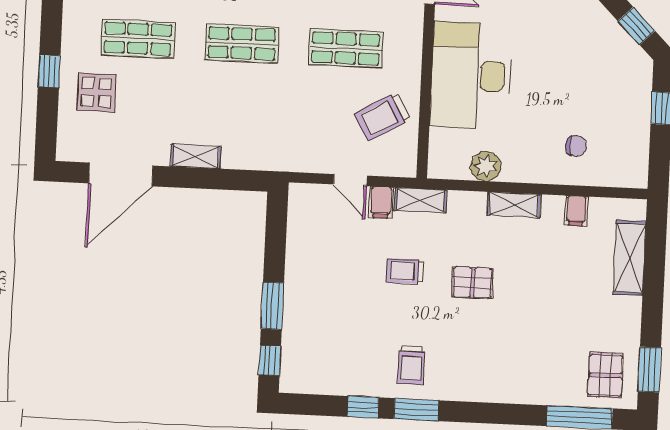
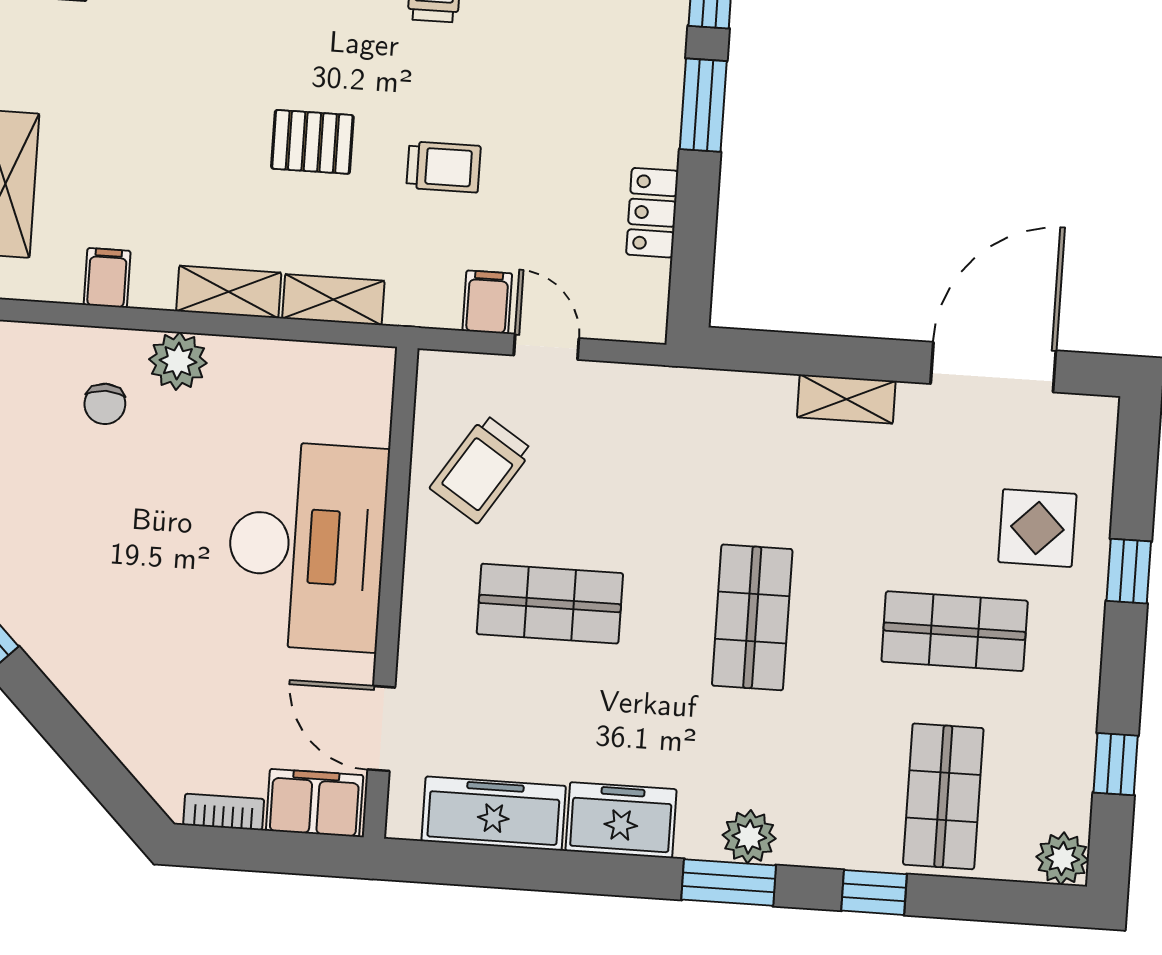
shop shelf: (242, 43) -> (752, 617), turned 90
trolley: (382, 117) -> (481, 469), turned 153
chair: (576, 146) -> (105, 404), turned -89
plant: (486, 166) -> (178, 361), moved
shelving: (421, 200) -> (333, 300), moved
locker: (297, 250) -> (652, 213), added

